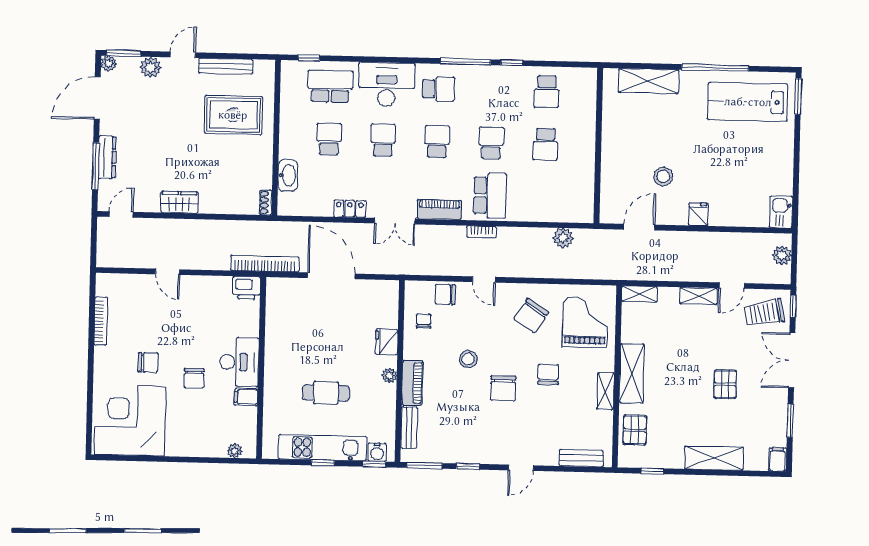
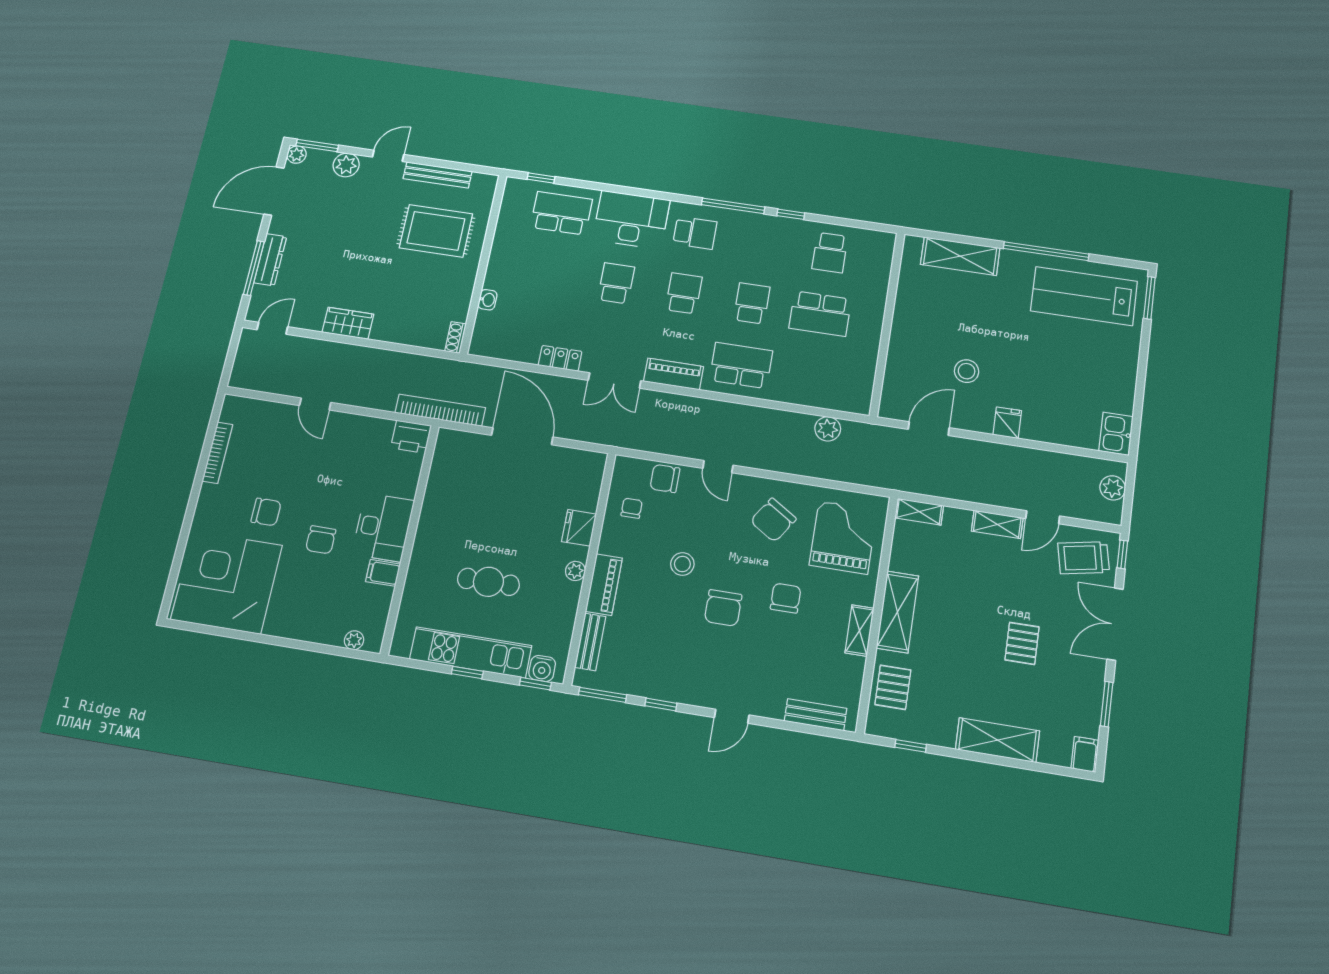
school desk: (329, 139) -> (549, 273), removed
school desk: (545, 144) -> (820, 314), width x1.85
washbasin: (288, 175) -> (487, 300), width x0.52, depth x0.69
school desk: (490, 195) -> (741, 365), turned -90
bookcase: (482, 232) -> (724, 408), removed

